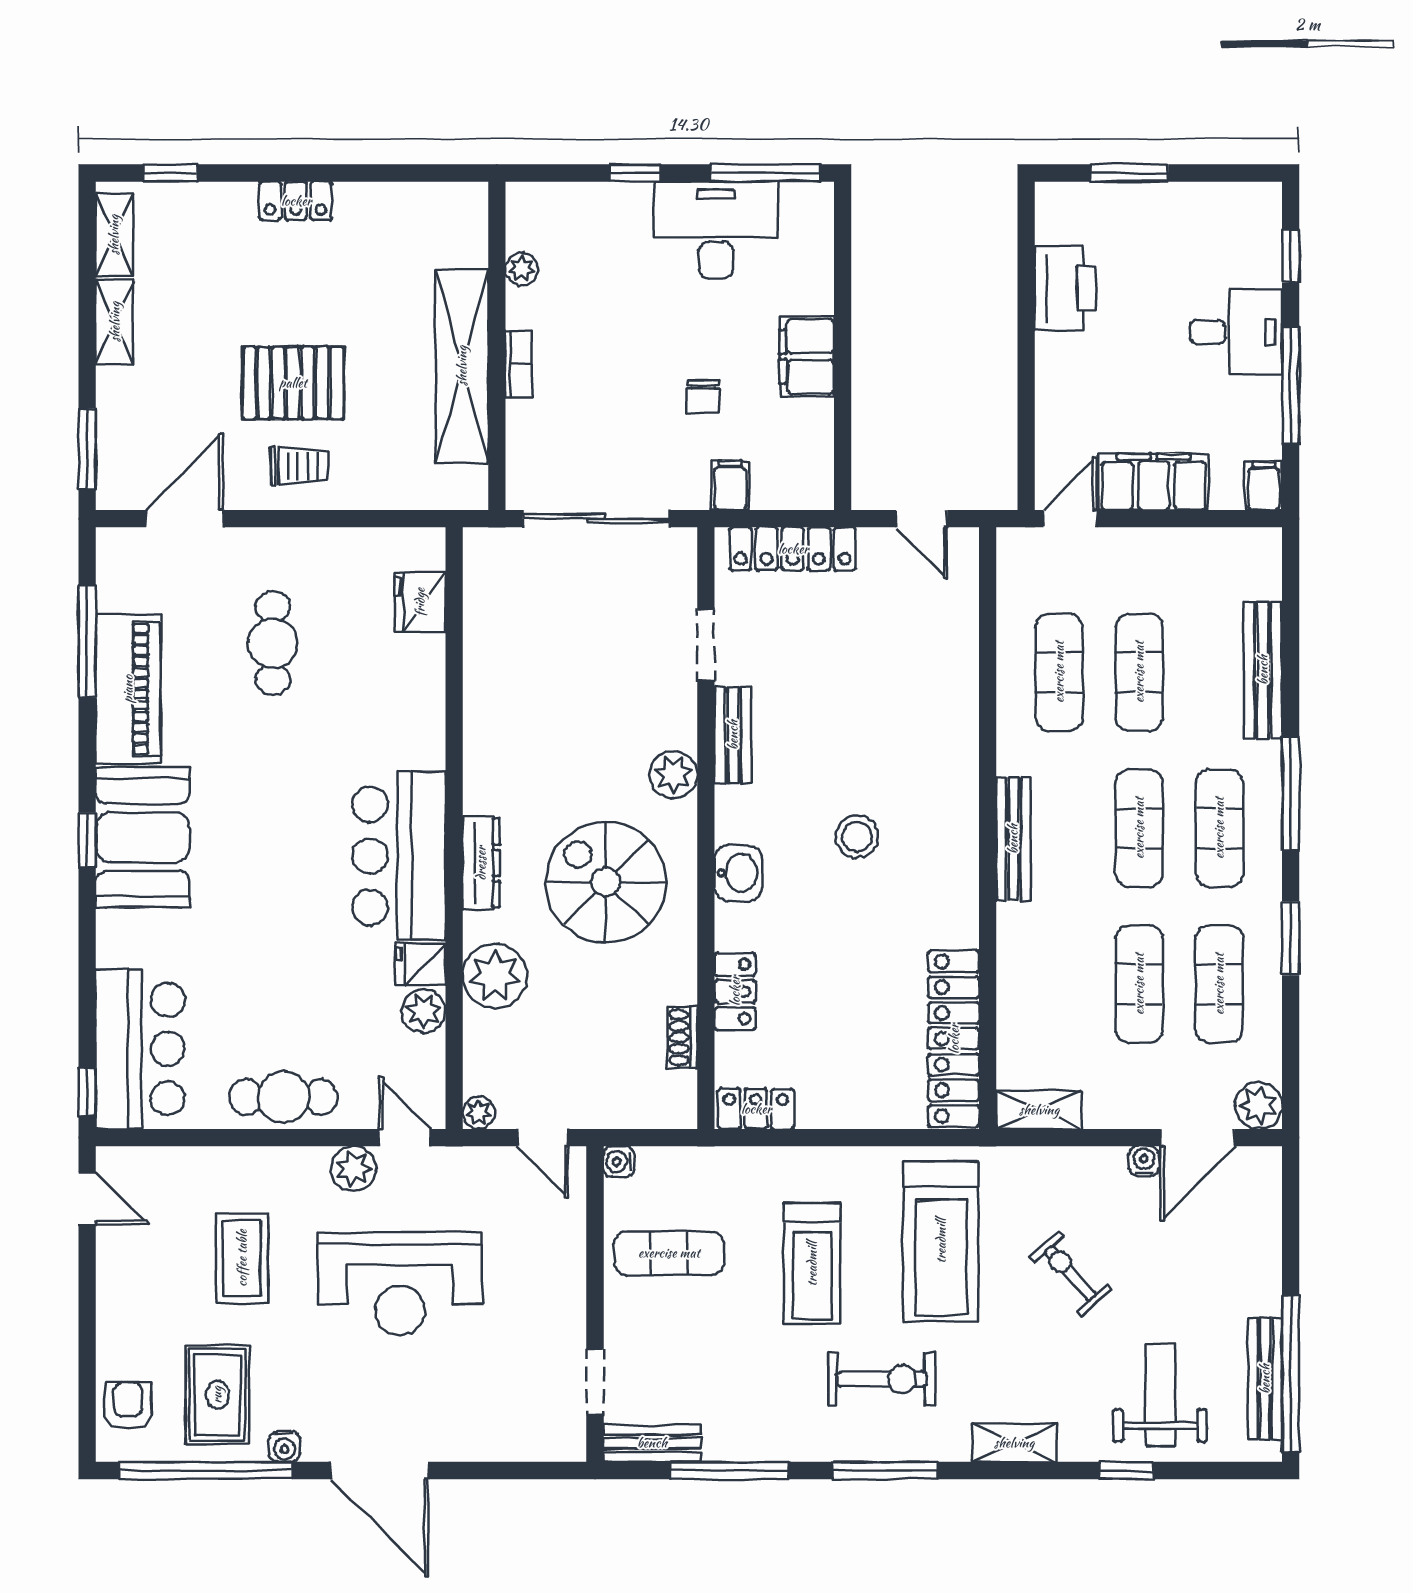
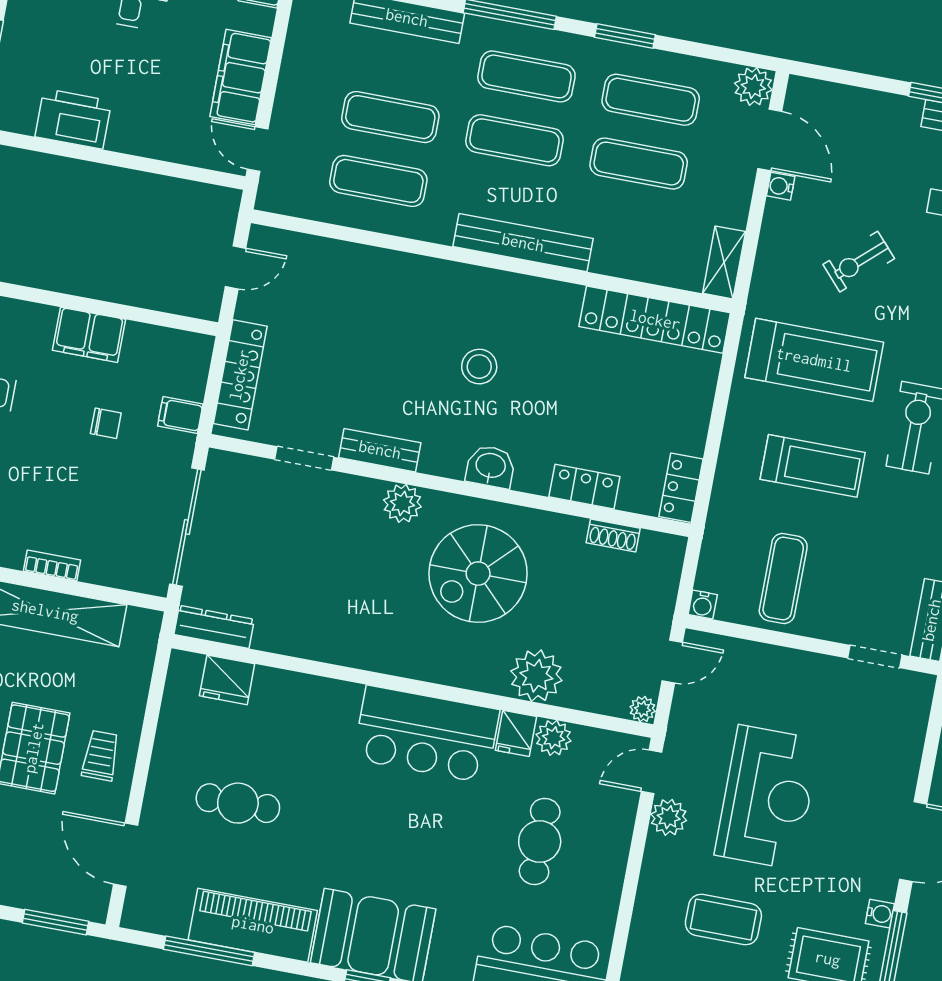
bench: (1013, 839) -> (523, 243), width x1.37, depth x1.21
dresser: (481, 863) -> (214, 627), moved
cafe table: (284, 1097) -> (540, 841), moved

